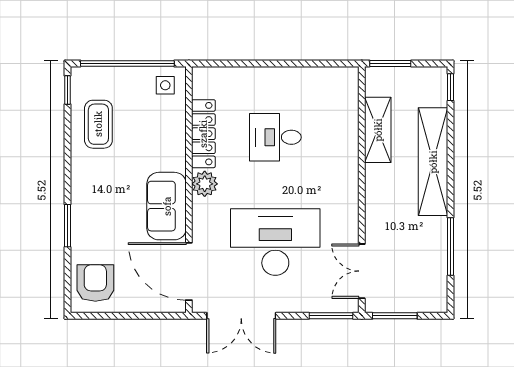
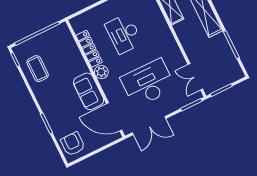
side table: (165, 85) -> (60, 35), removed
desk: (275, 137) -> (124, 34), width x1.37

